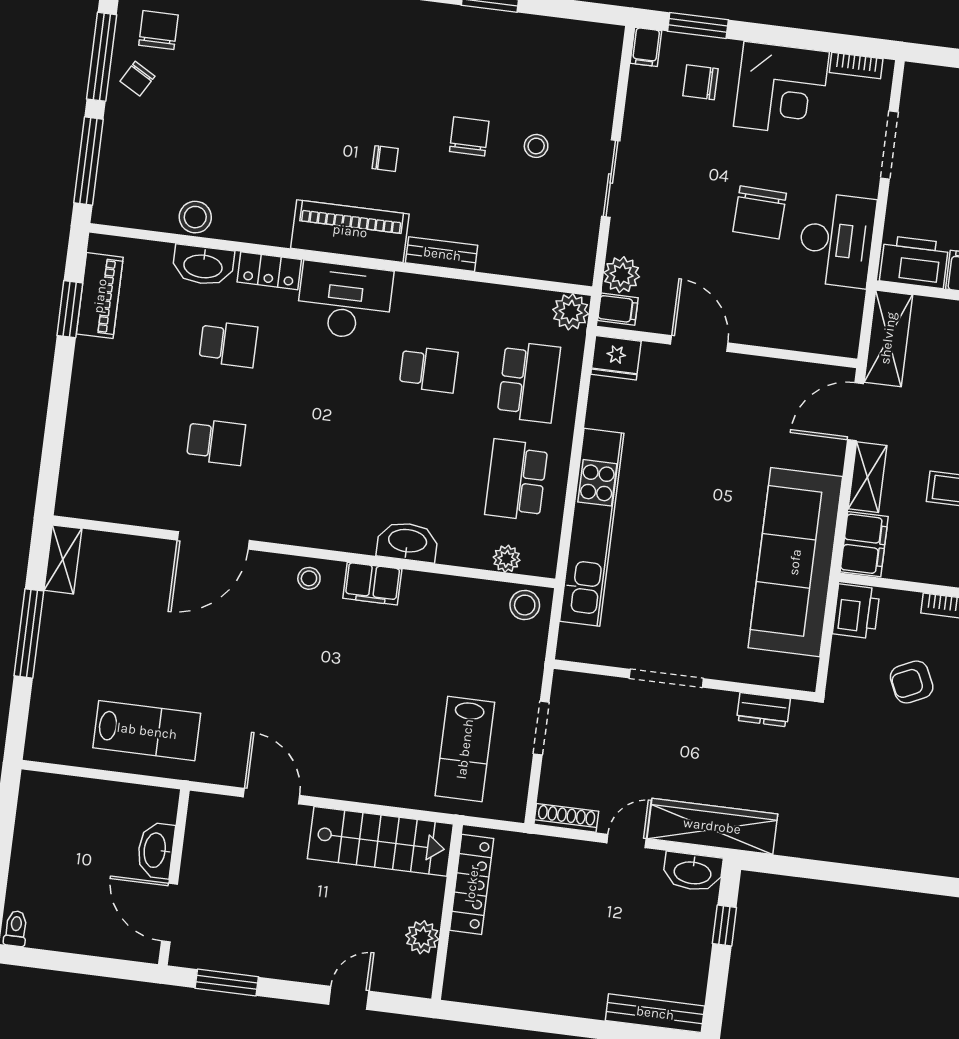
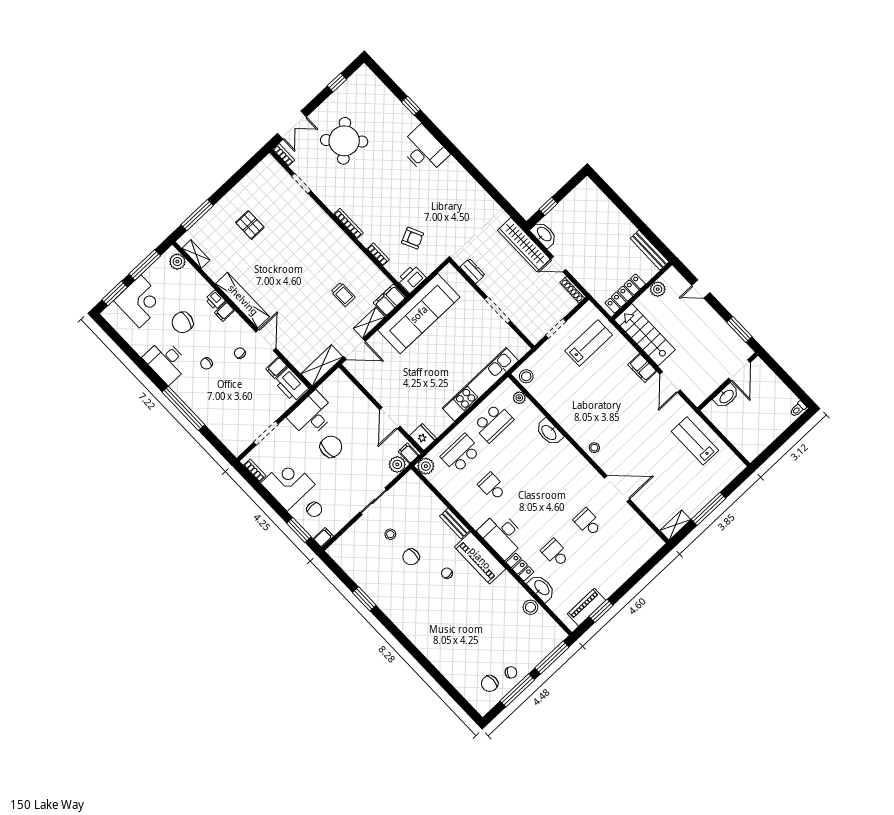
filing cabinet: (372, 584) -> (642, 368), moved, turned 180
bench: (655, 1013) -> (650, 250), moved

